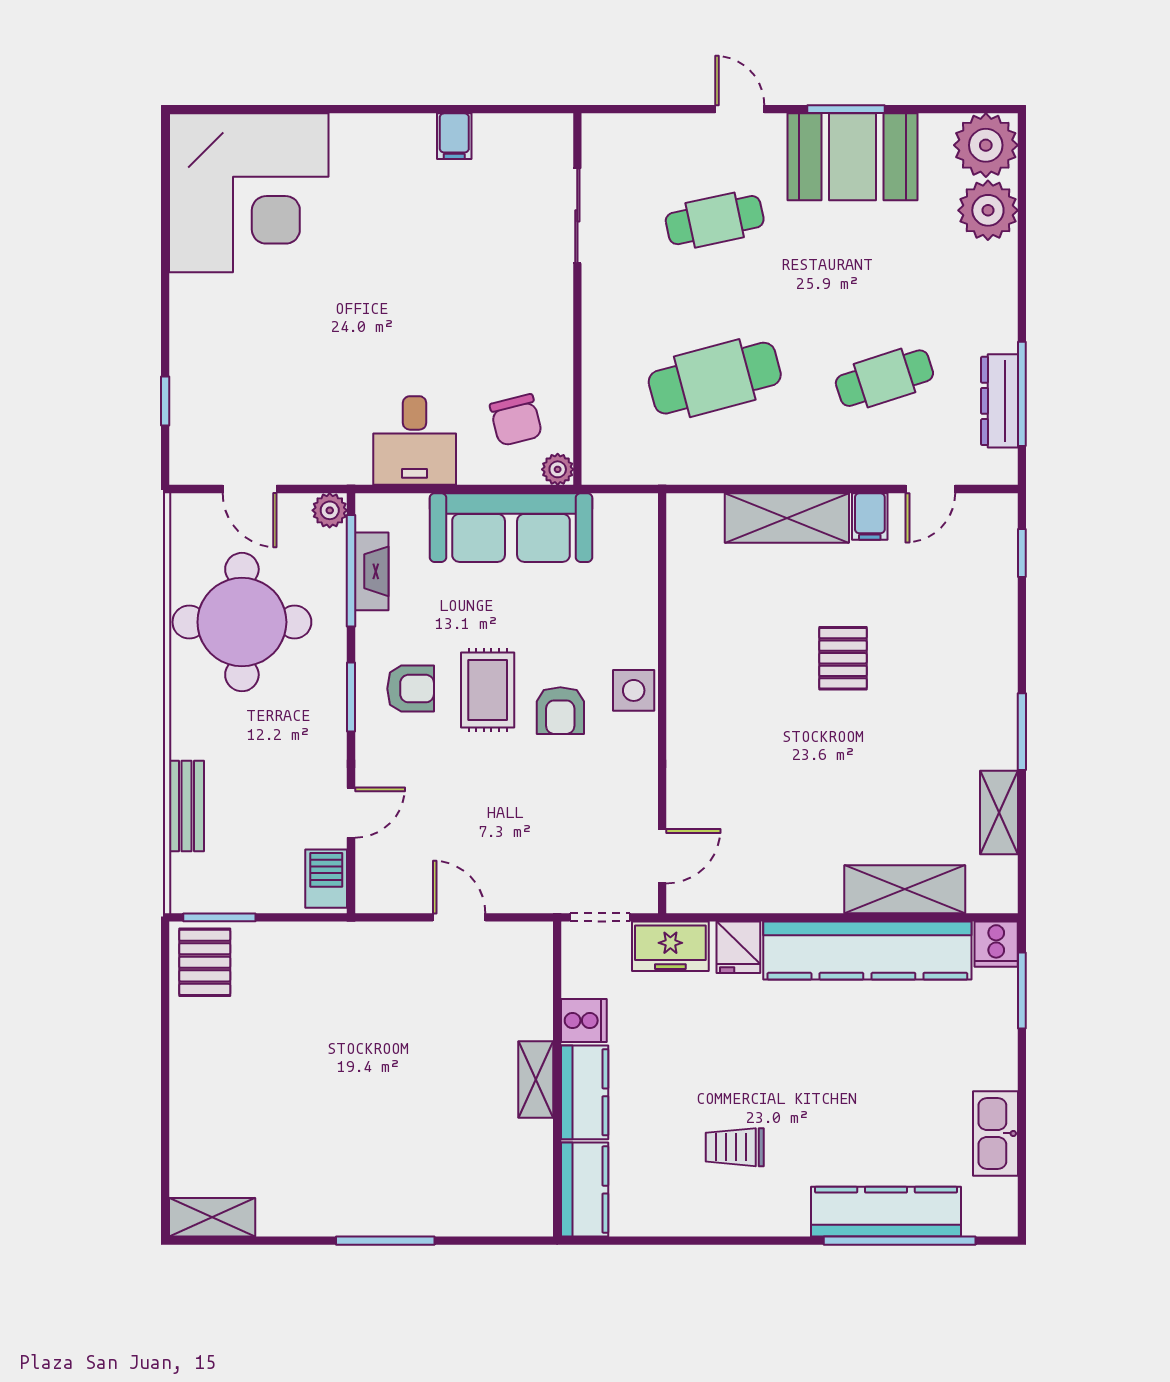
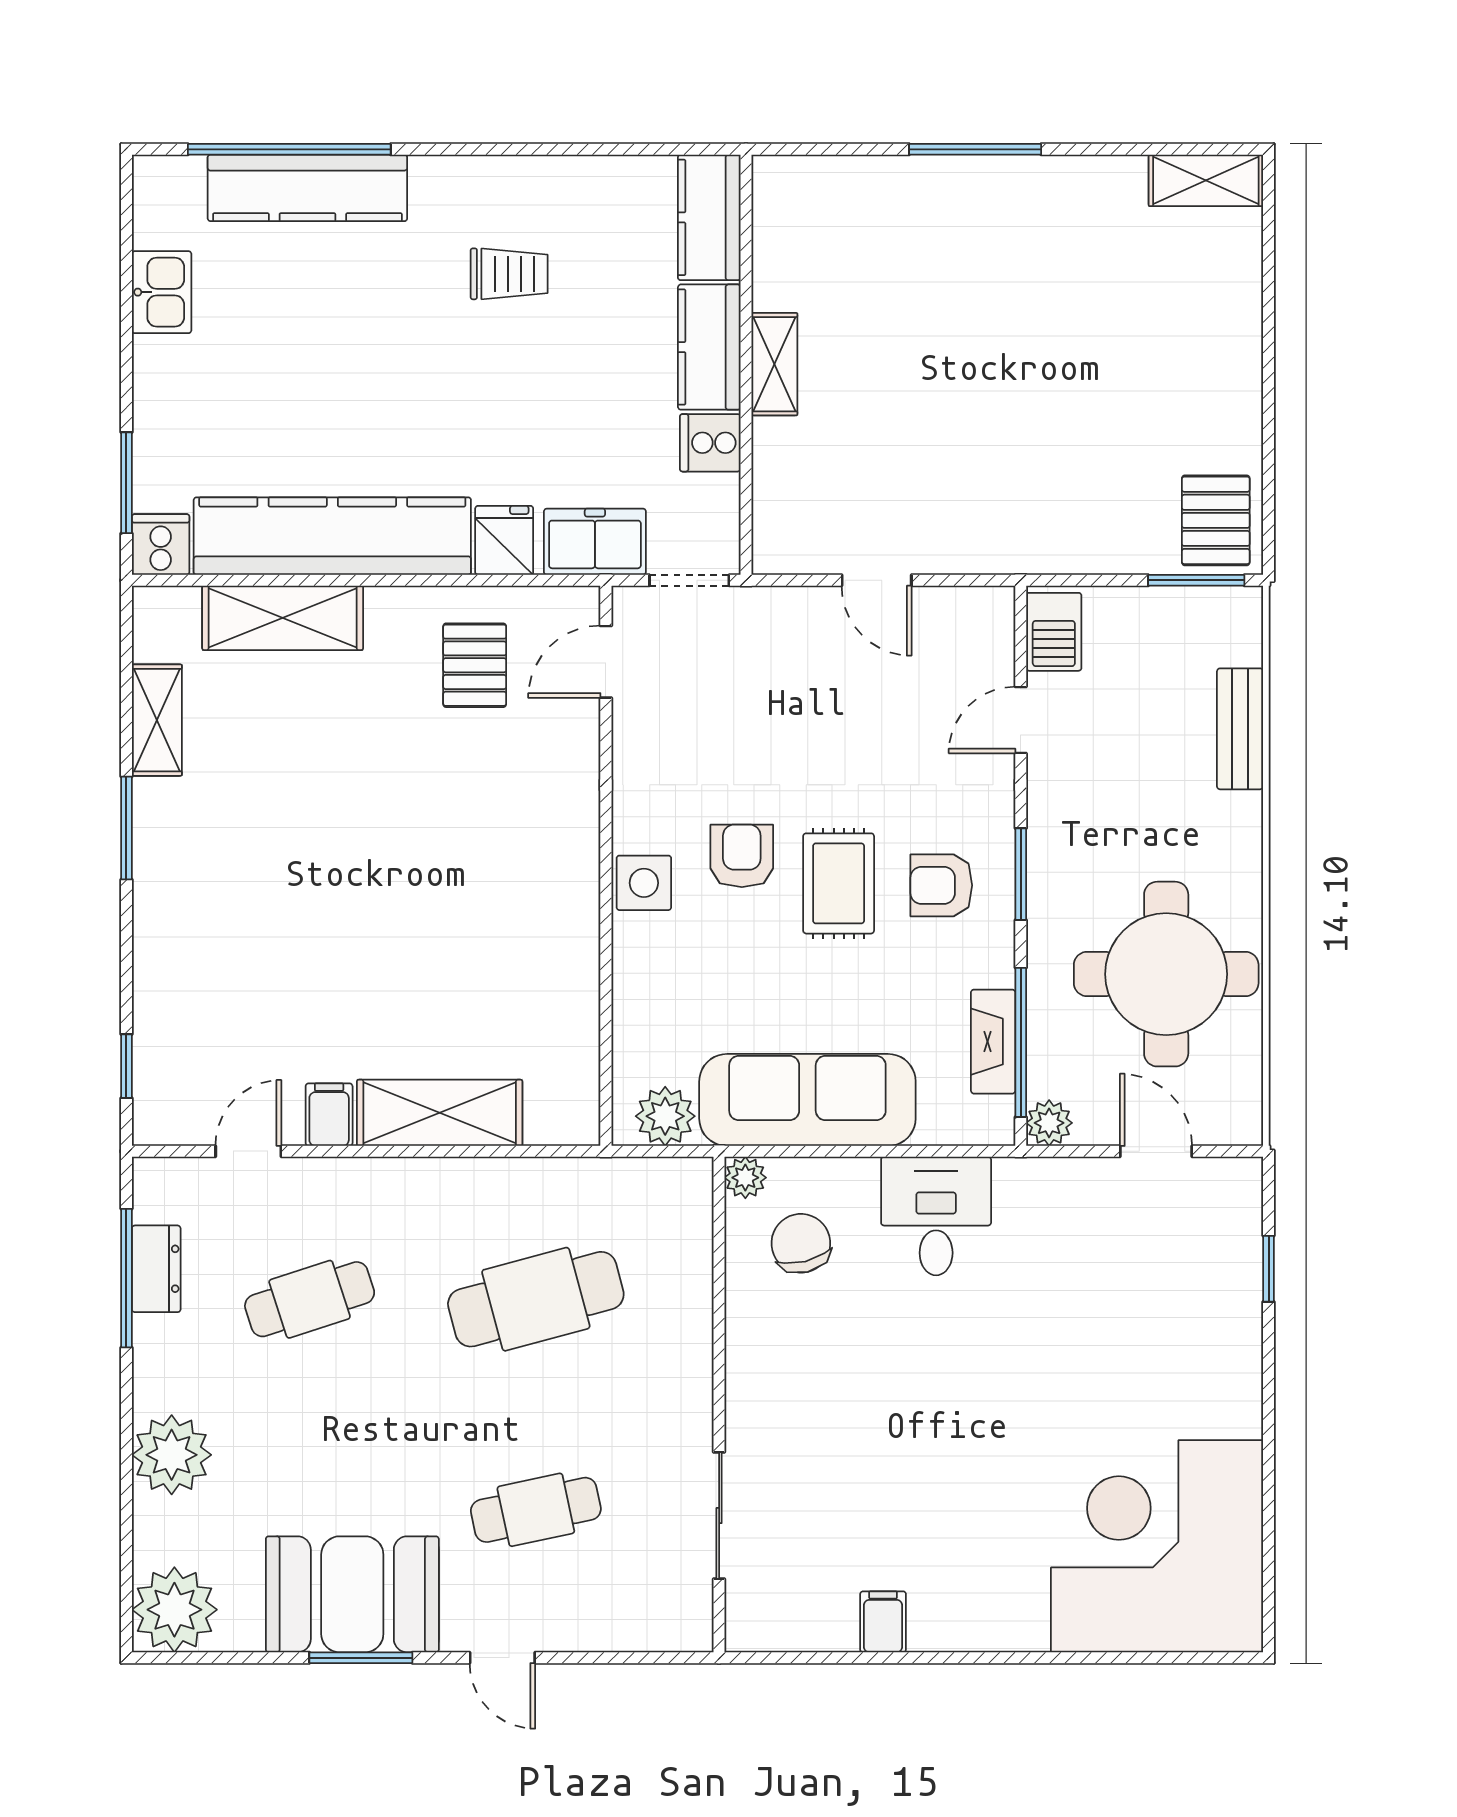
plant: (988, 210) -> (172, 1455), moved
dresser: (1000, 401) -> (156, 1269), width x0.70
plant: (618, 515) -> (665, 1116), added
pallet: (843, 658) -> (475, 665), moved
kitchen sink: (995, 1133) -> (162, 292), width x0.73

